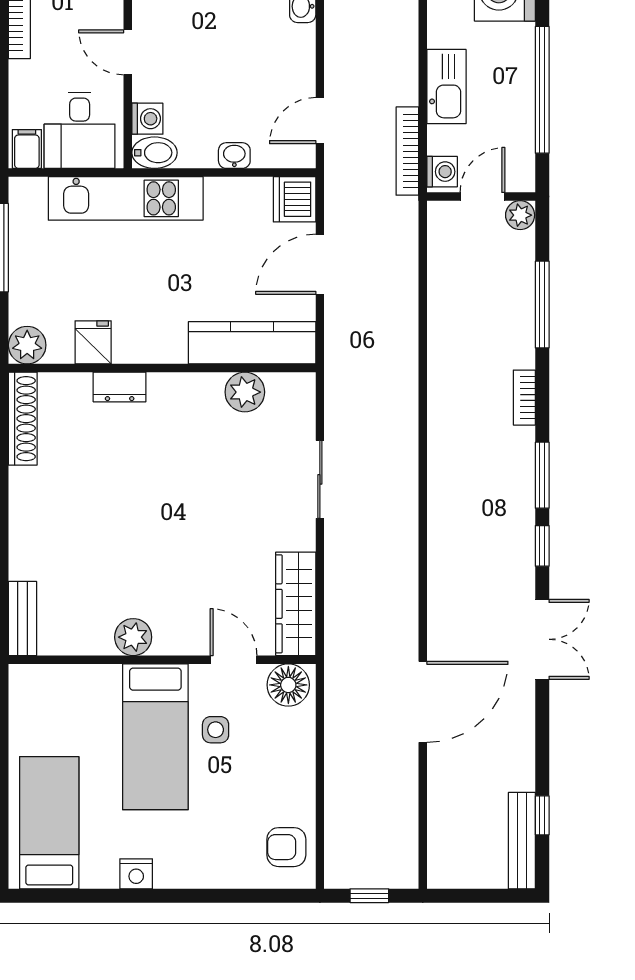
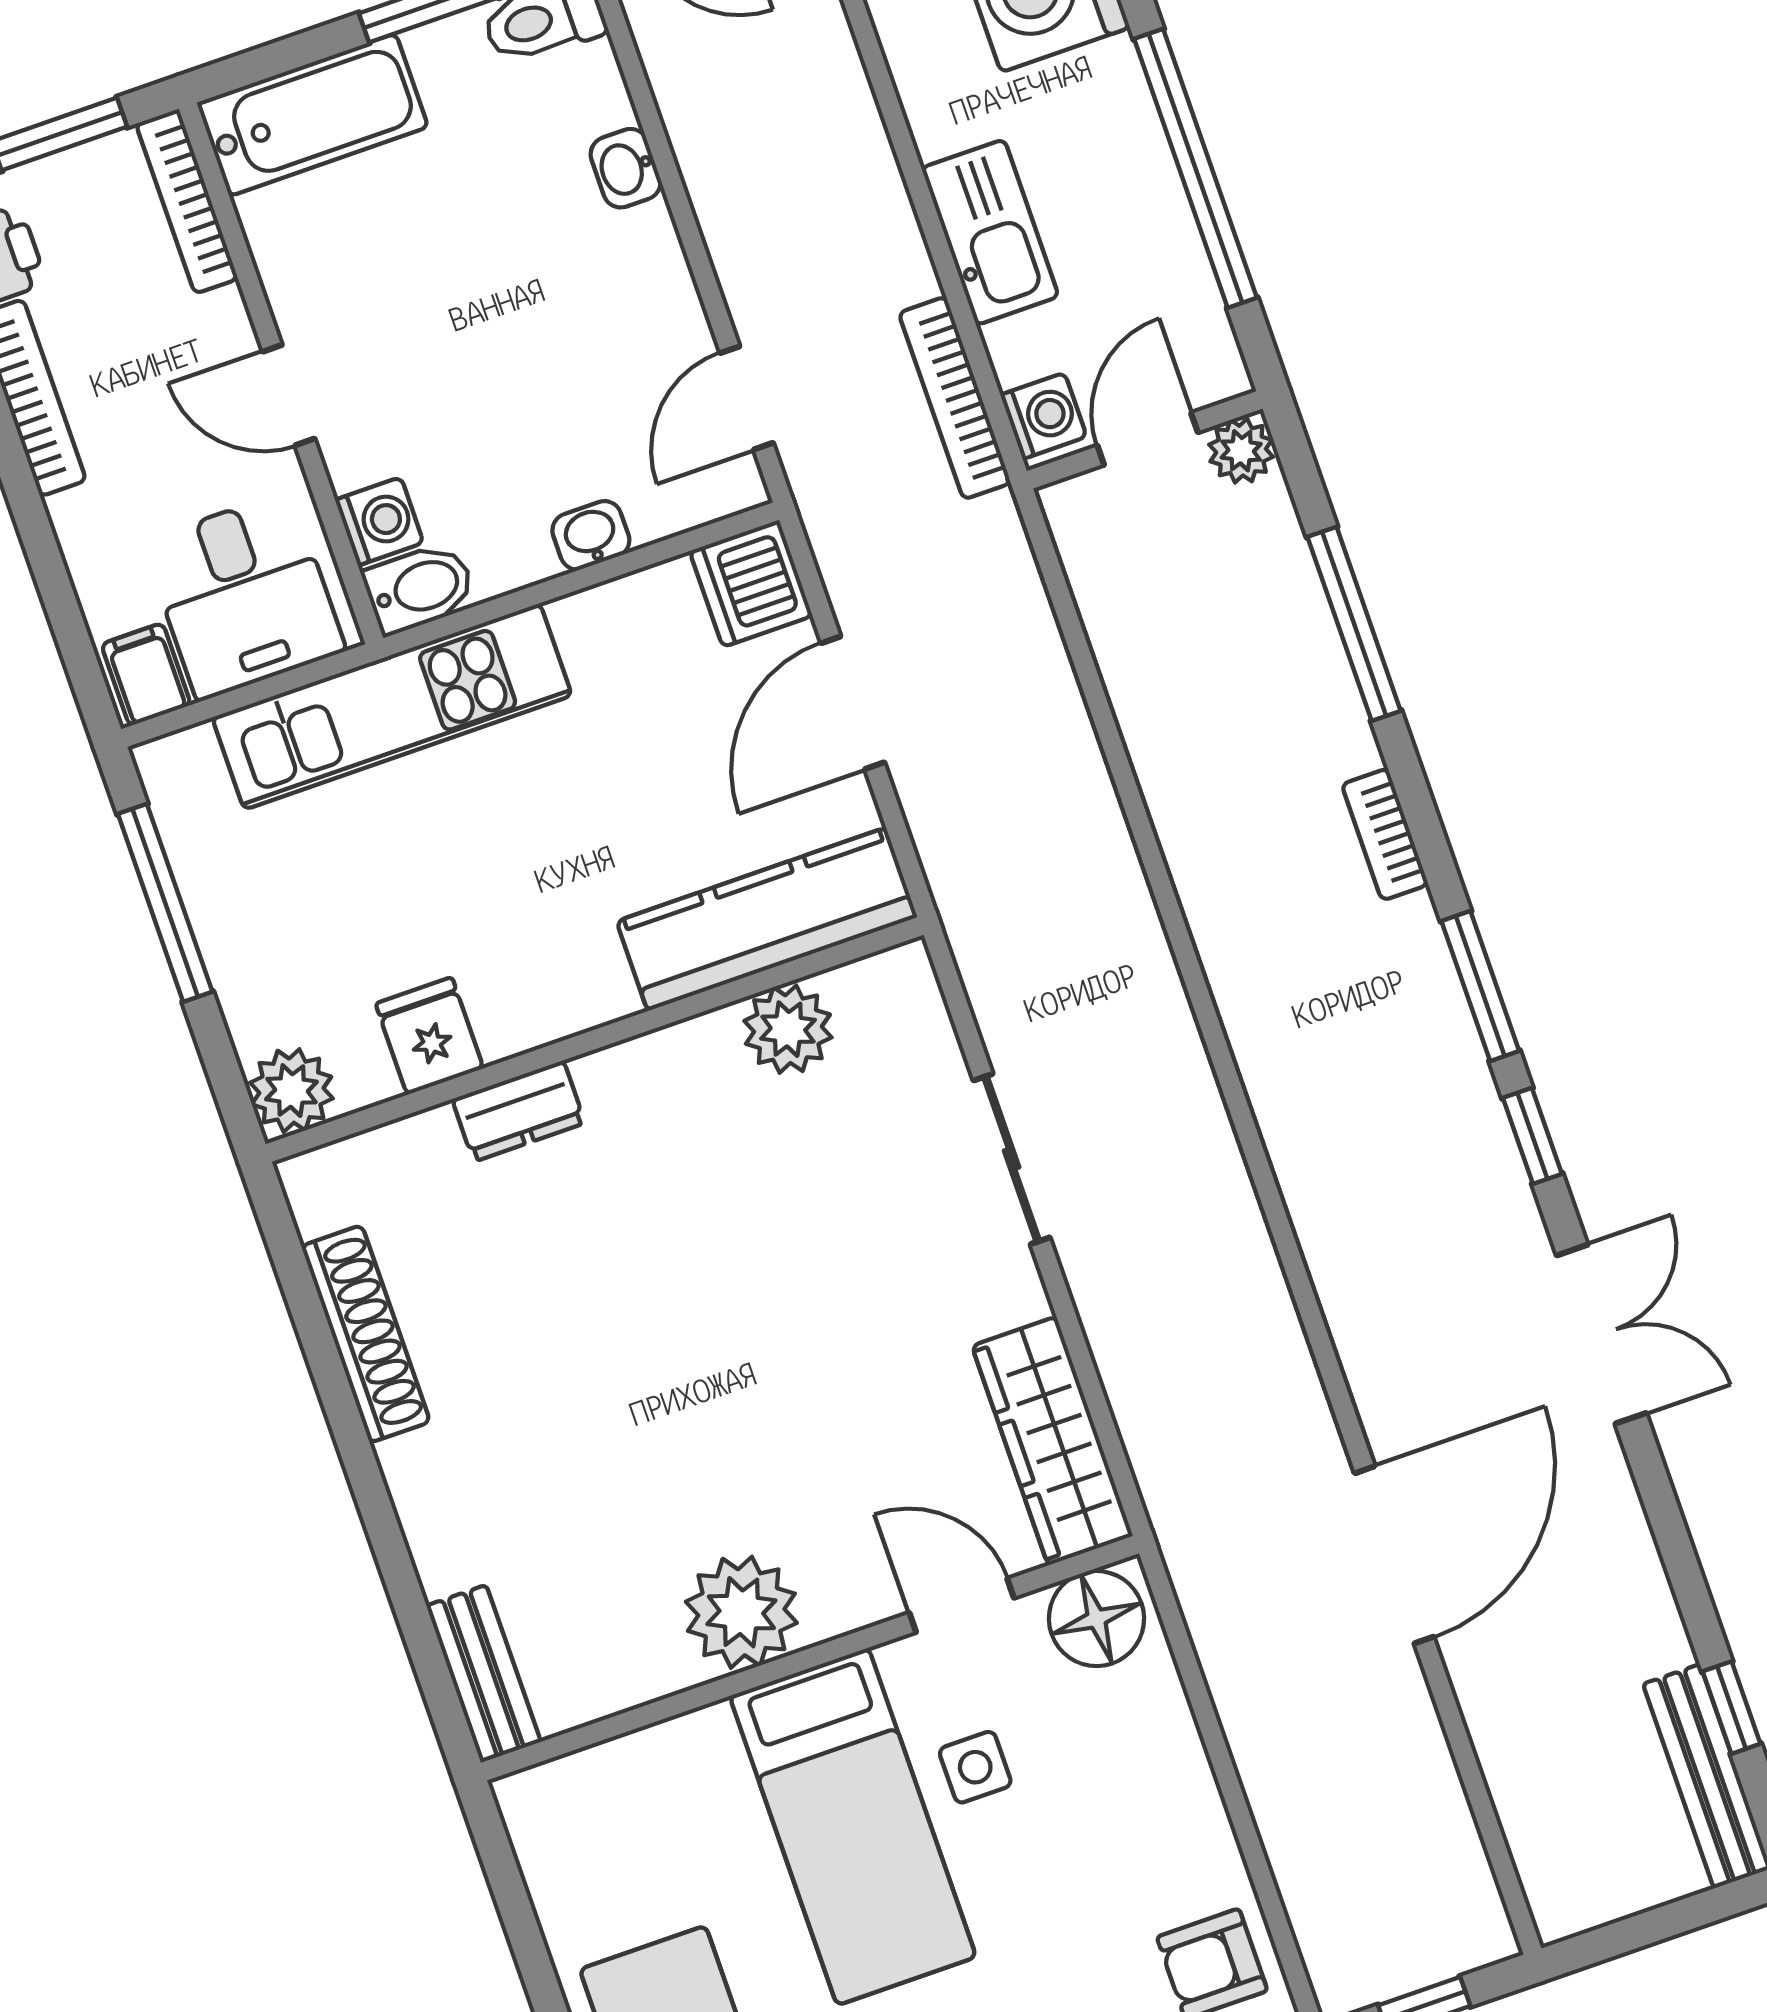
shoe rack: (23, 419) -> (366, 1334), moved
plant: (133, 637) -> (741, 1612), width x1.36, depth x1.36

